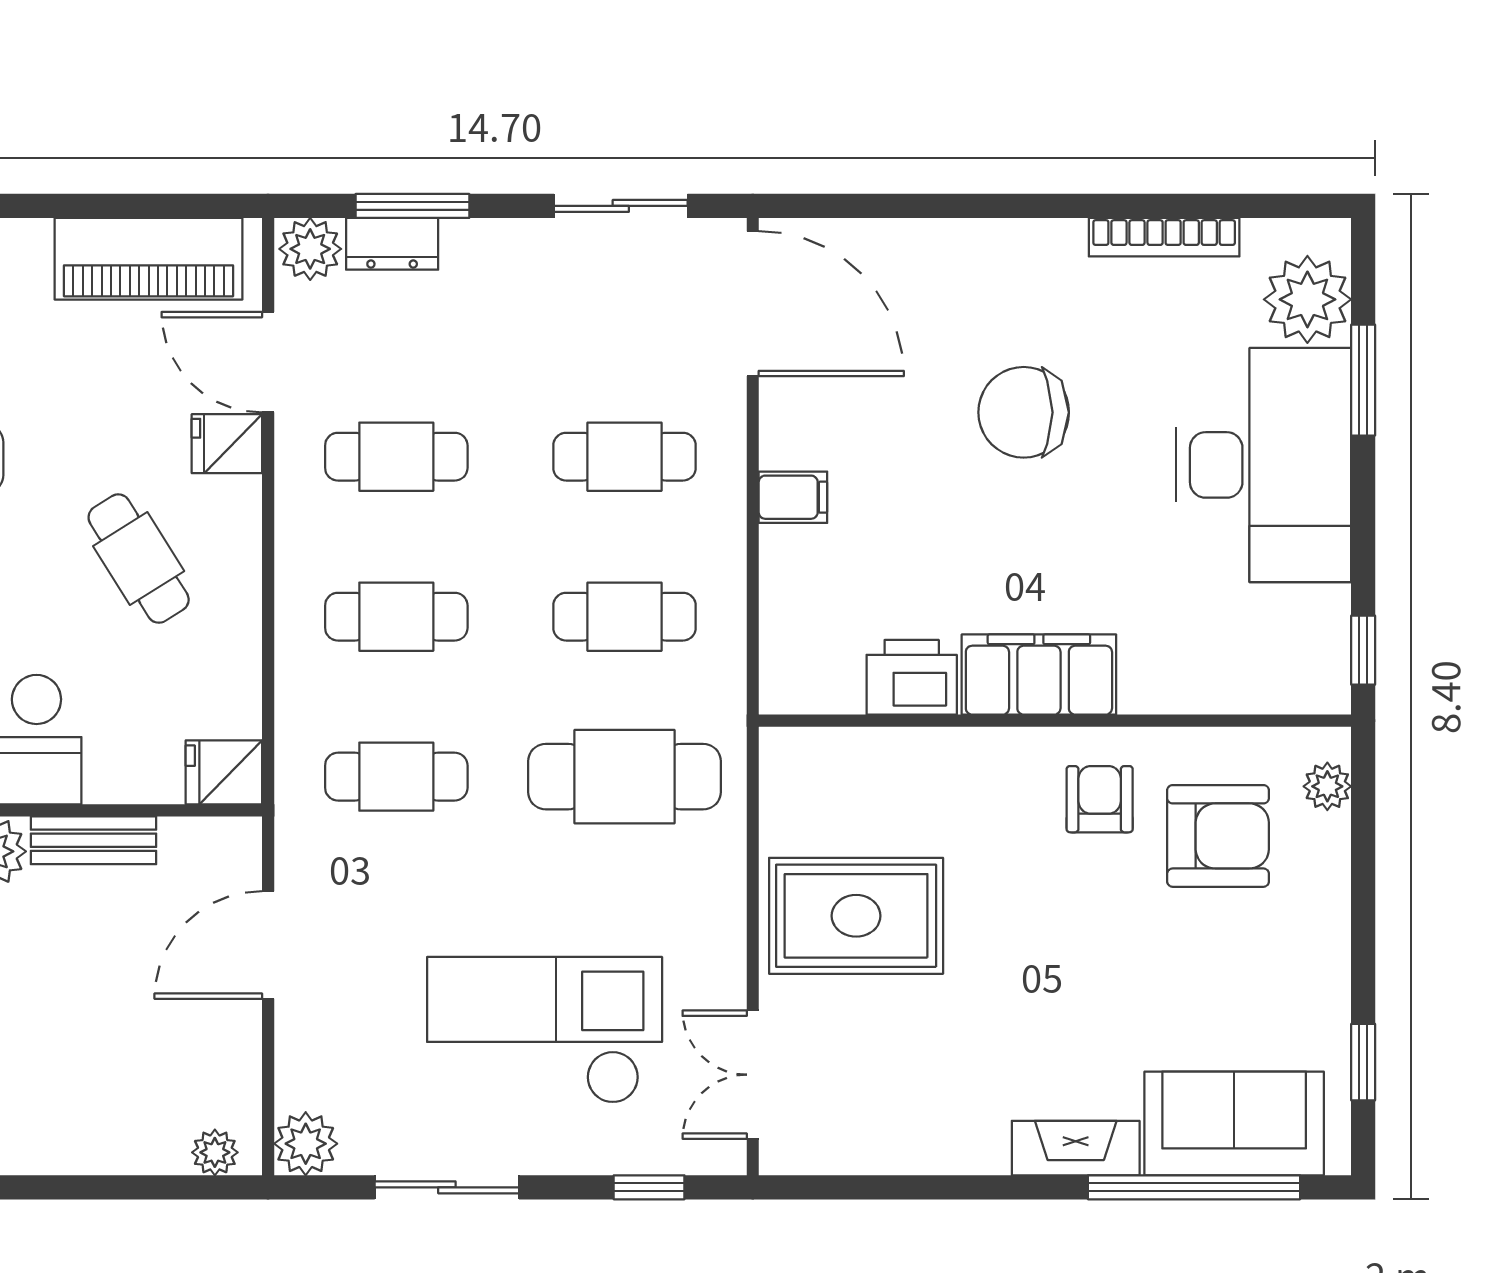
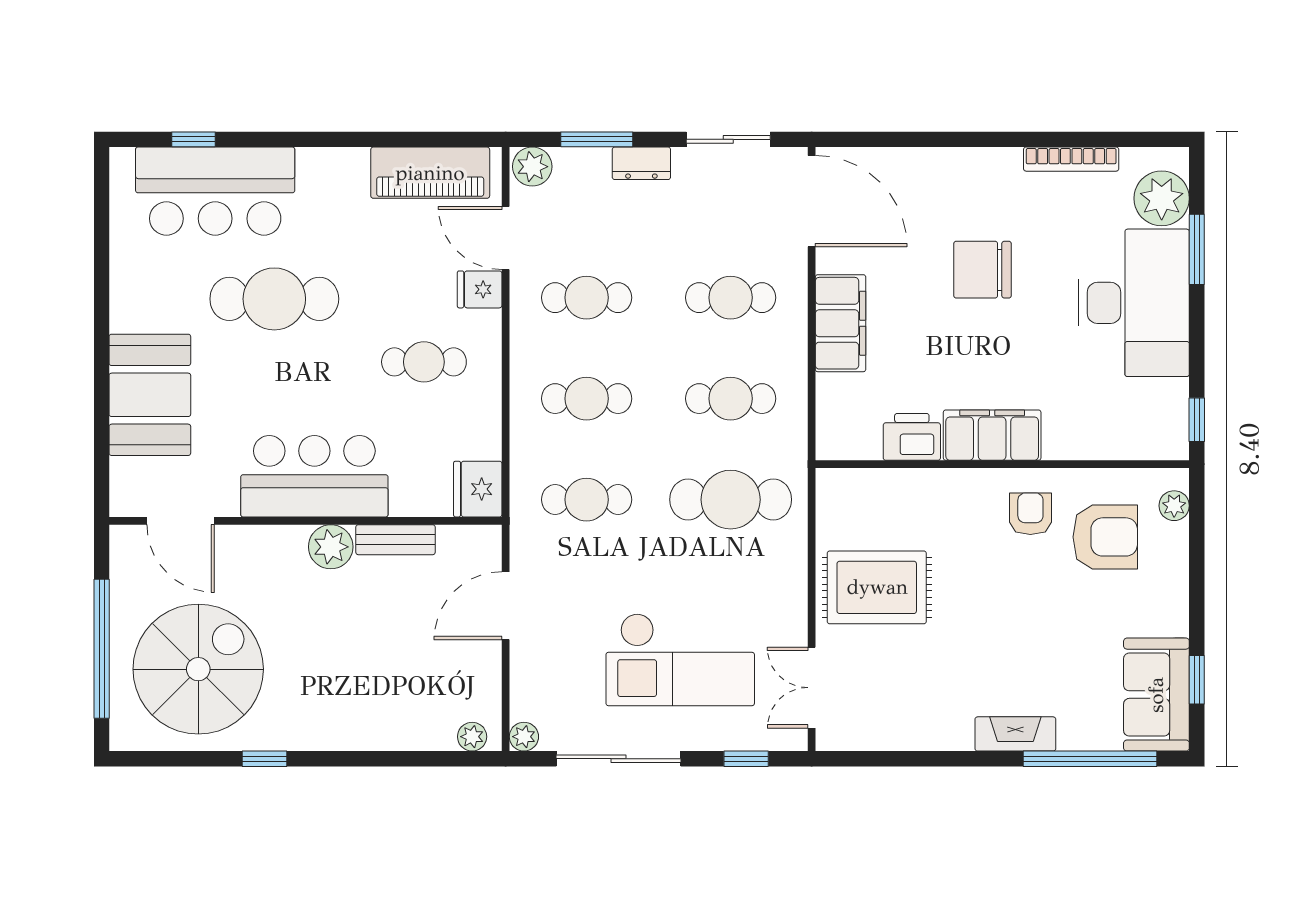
dresser: (392, 244) -> (641, 163), moved
filing cabinet: (793, 497) -> (841, 323), width x3.00, depth x1.17
cafe table: (139, 559) -> (424, 362), turned -58
fridge: (224, 772) -> (478, 489), width x1.38
checkout: (545, 1030) -> (680, 660), turned 180
sofa: (1234, 1123) -> (1156, 695), moved, turned -90
plant: (306, 1144) -> (524, 737), width x0.73, depth x0.73
sliding door: (447, 1187) -> (618, 759), width x1.37

